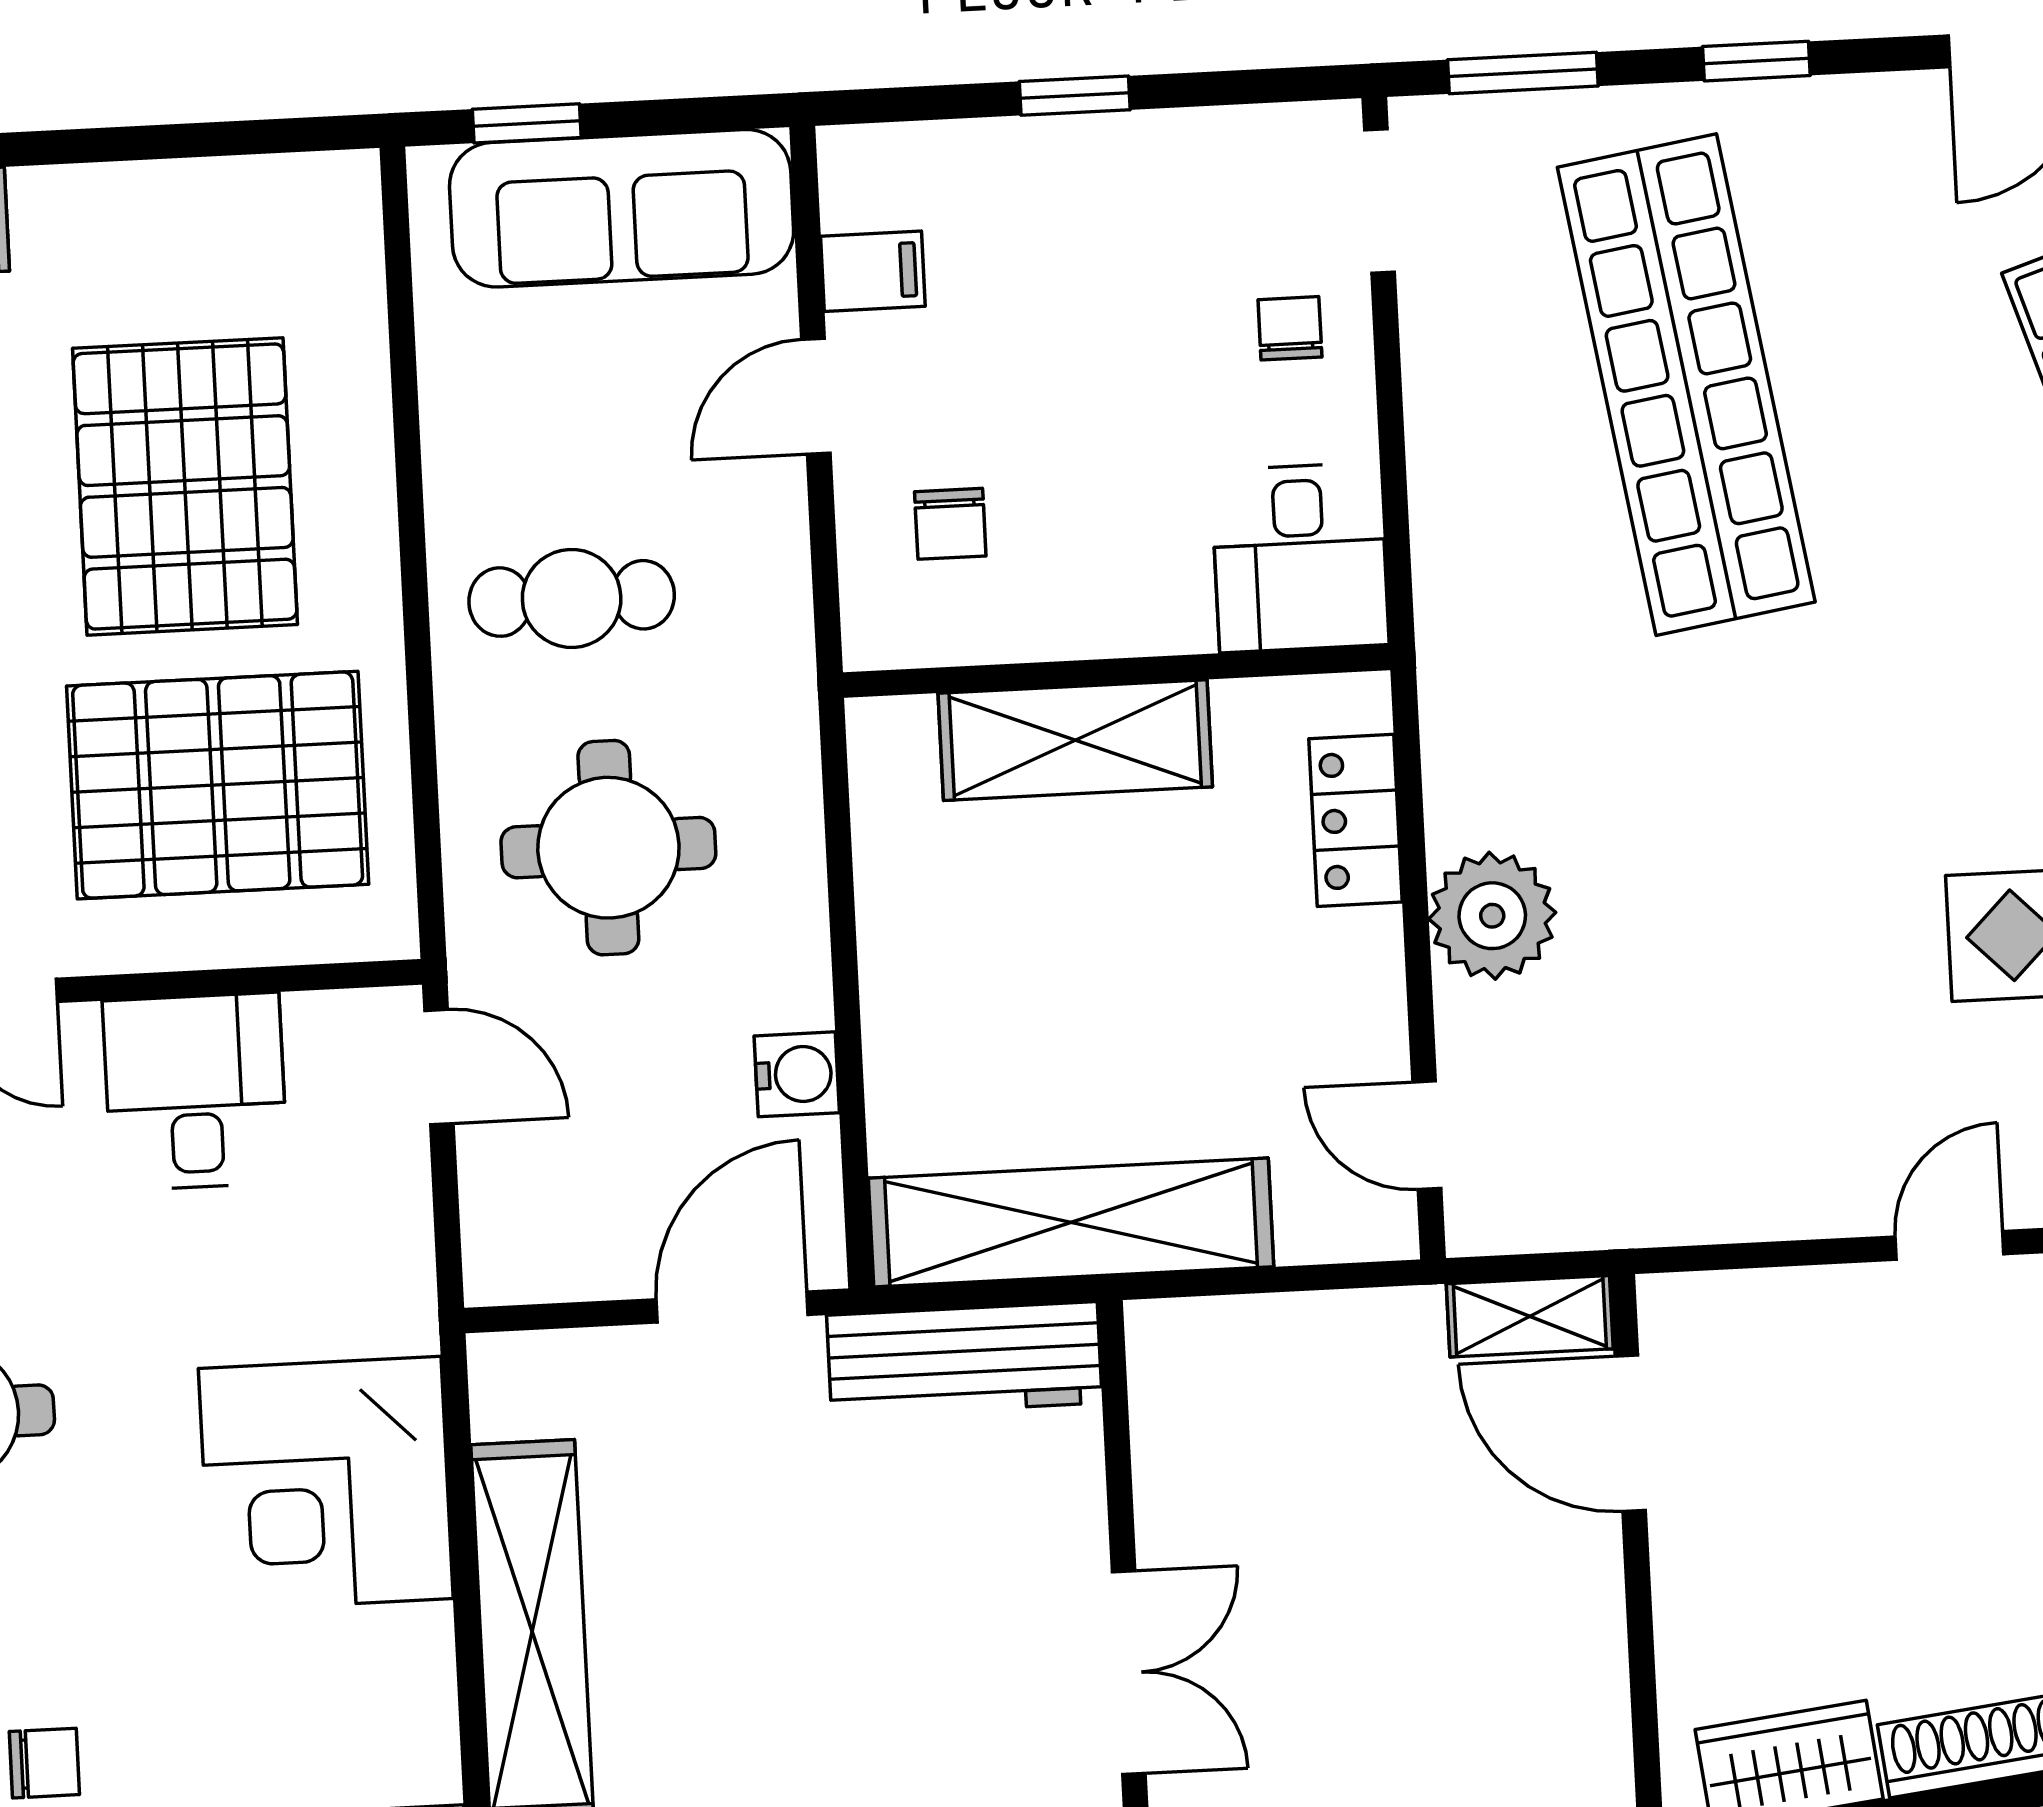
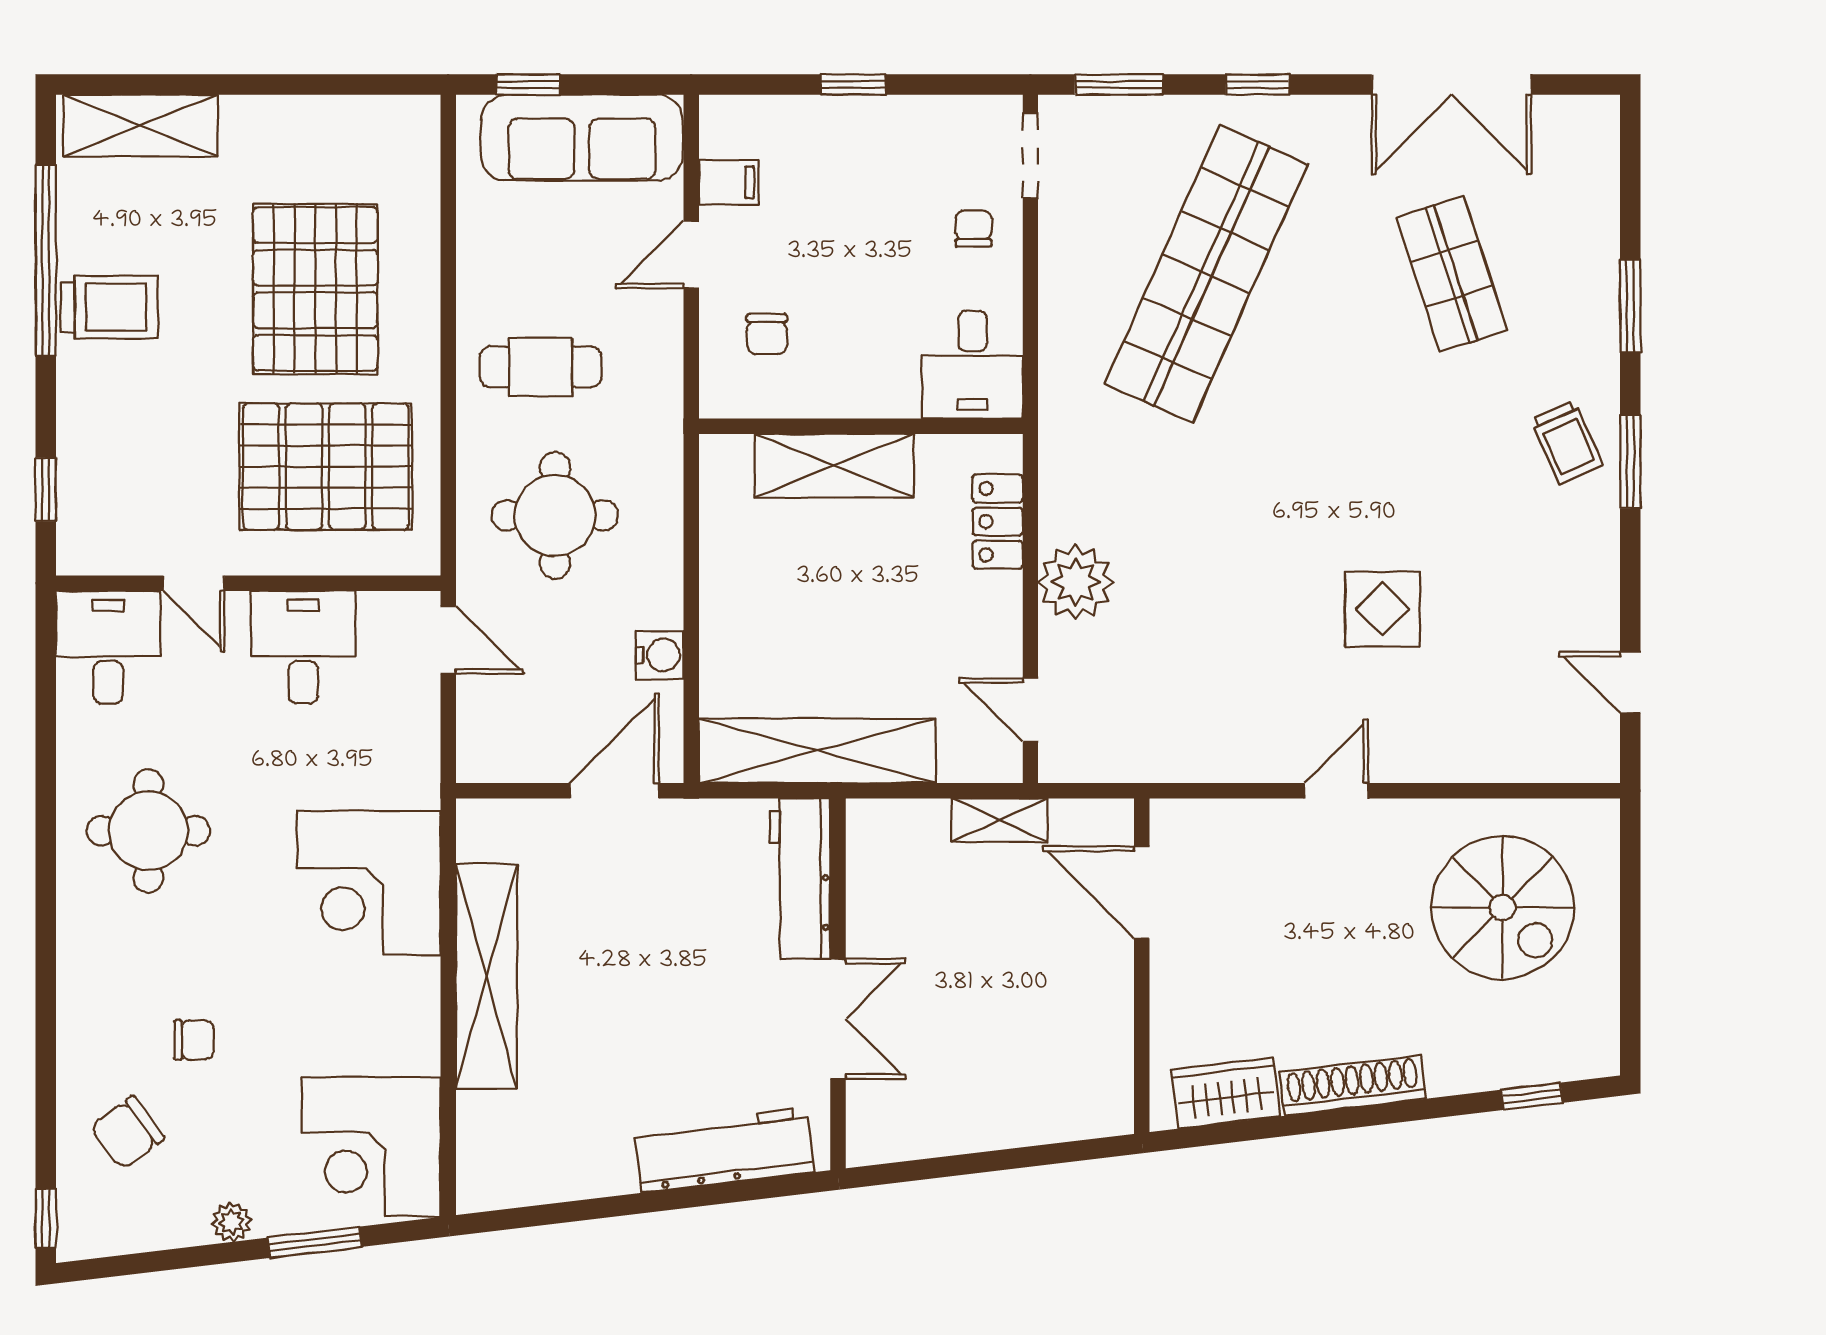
shop shelf: (1686, 385) -> (1206, 274), turned 33
shelving: (1530, 1316) -> (999, 820), moved
workbench: (964, 1359) -> (800, 879), moved, turned 90

